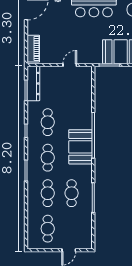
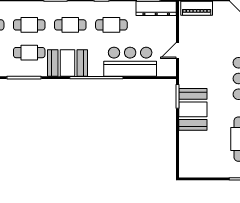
door: (70, 65) -> (178, 50), swing flipped
bar counter: (79, 106) -> (130, 62), added
booth: (80, 147) -> (68, 63), moved

